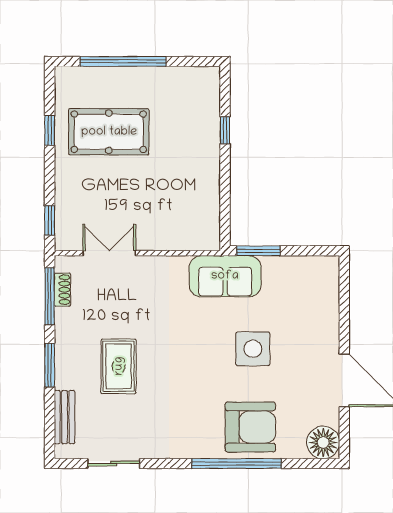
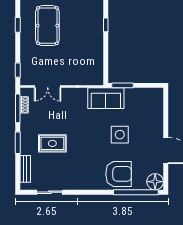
pool table: (109, 132) -> (47, 26), turned 90
double door: (109, 253) -> (48, 87), swing flipped
rug: (119, 366) -> (52, 143), turned 90
window: (237, 464) -> (136, 192), moved

